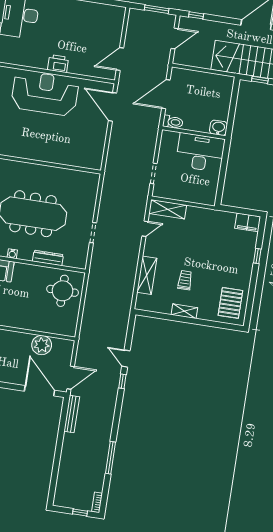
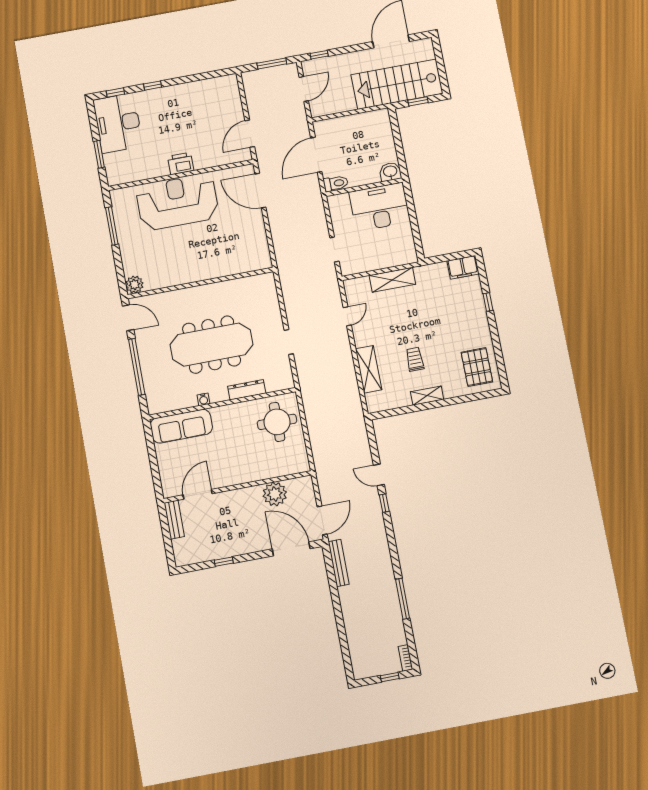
shelving: (168, 209) -> (392, 280), moved

